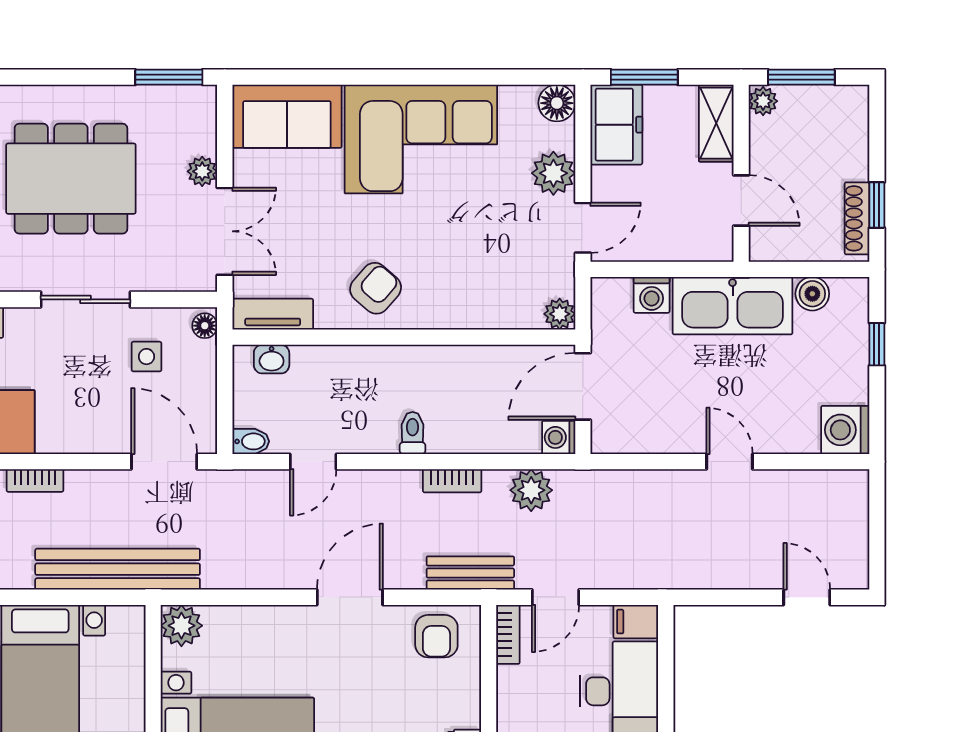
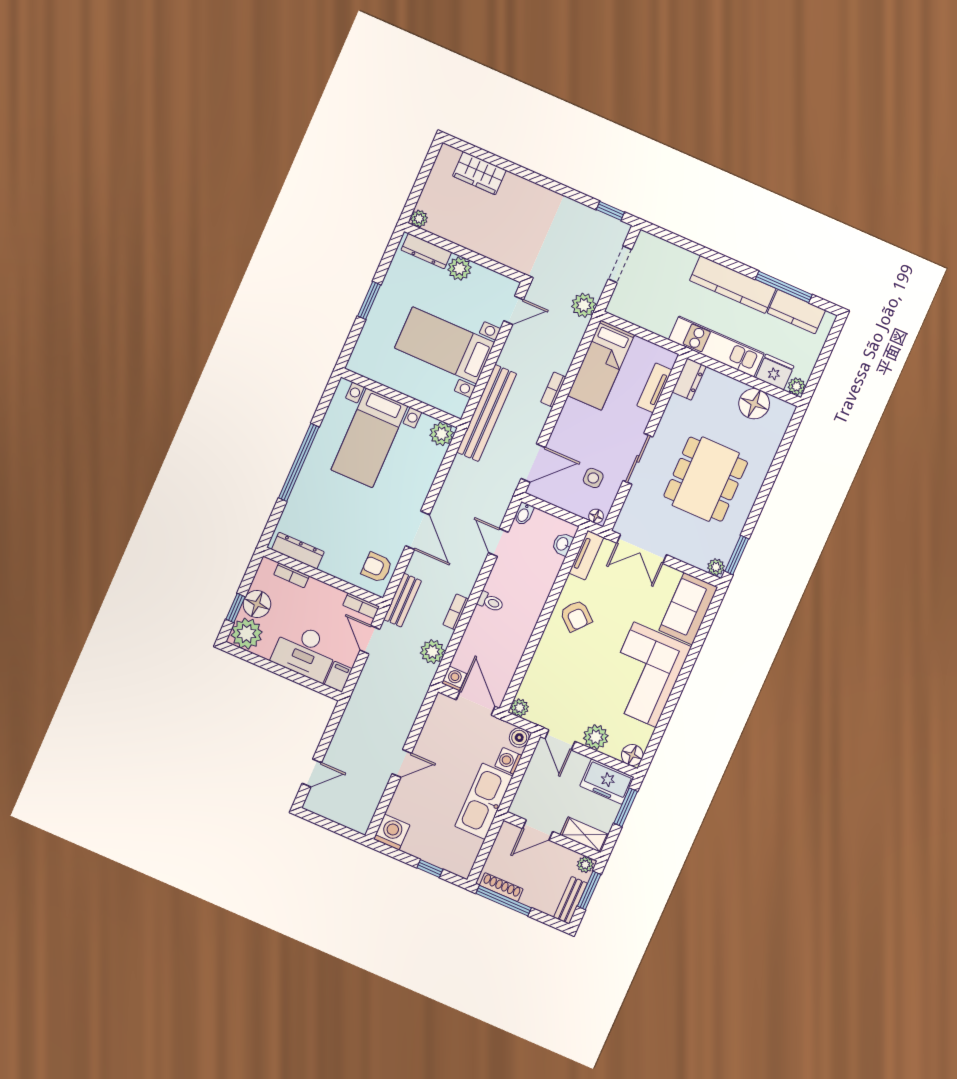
bench: (830, 100) -> (570, 900), added
plant: (202, 171) -> (716, 567), moved
window: (877, 205) -> (504, 901), width x2.17
boiler: (812, 294) -> (519, 738), moved

